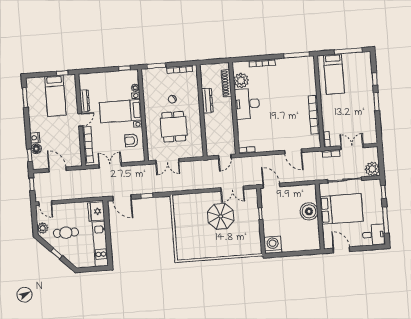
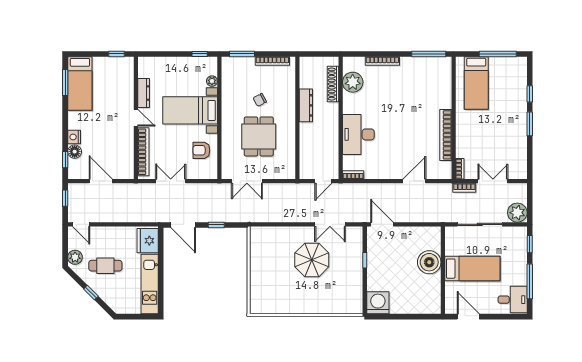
bed: (55, 96) -> (80, 83), moved
desk: (247, 104) -> (358, 134), moved
door: (80, 120) -> (136, 118), hinge flipped
door: (293, 151) -> (414, 181), swing flipped
bed: (341, 209) -> (472, 269), width x0.67

